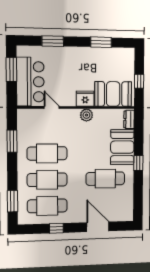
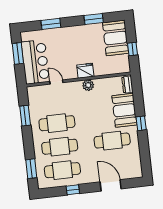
booth: (113, 94) -> (116, 38), moved, turned 90

